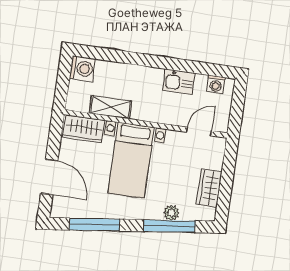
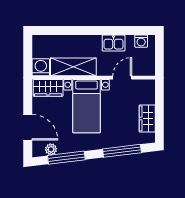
washing machine: (82, 69) -> (41, 67), moved, turned -90
shelving: (111, 107) -> (73, 67), width x1.50, depth x1.33
door: (199, 131) -> (122, 78), moved
plant: (172, 213) -> (51, 149), moved

